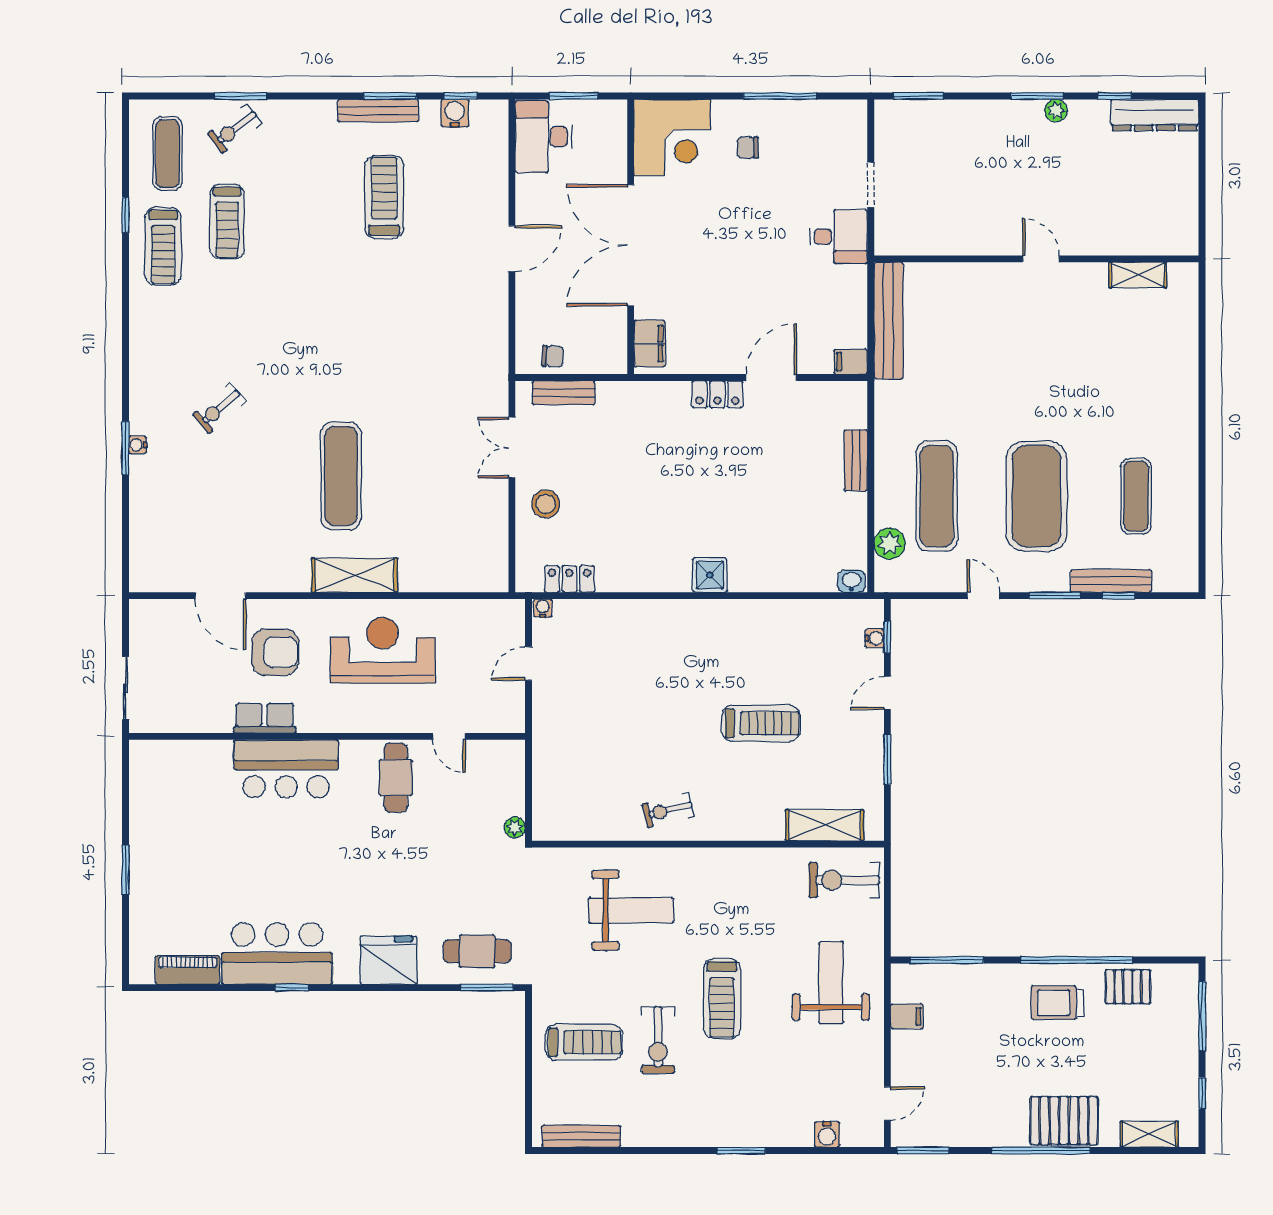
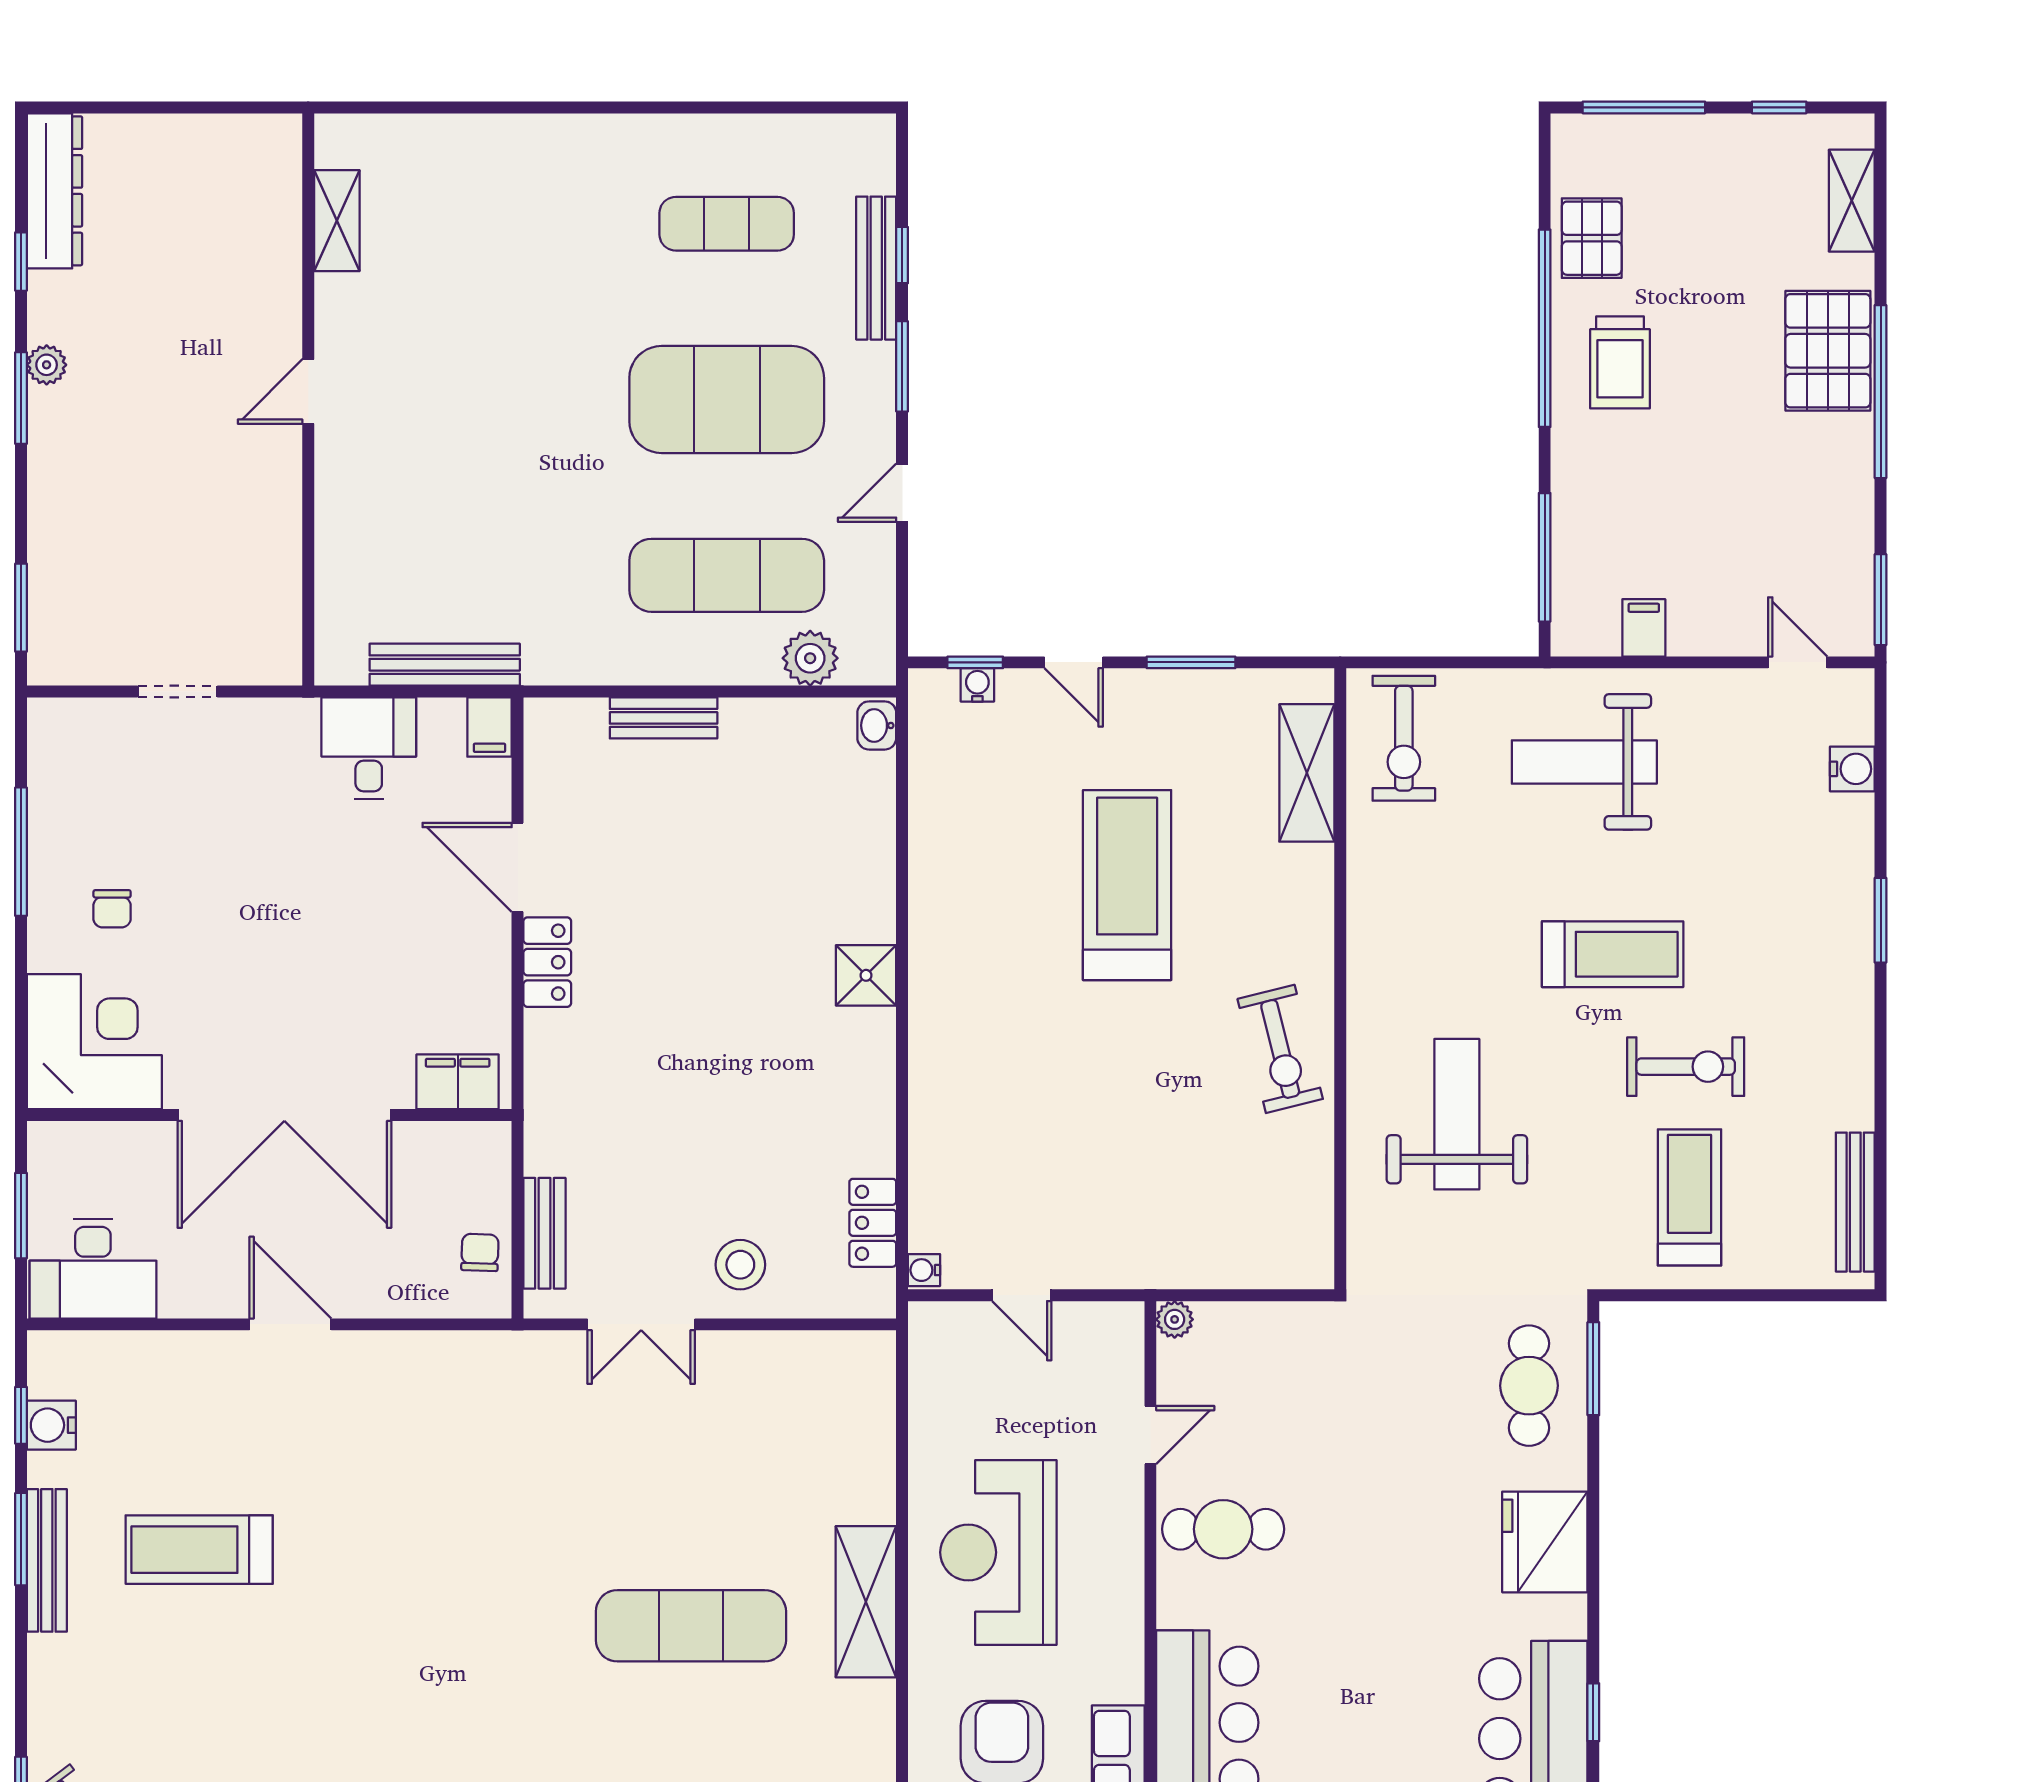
desk: (839, 237) -> (369, 748), moved
bench: (889, 321) -> (445, 665), width x0.73, depth x0.82
treadmill: (761, 723) -> (1127, 885), width x1.37, depth x1.38
exercise bike: (668, 810) -> (1280, 1049), width x1.38, depth x1.39
plant: (515, 827) -> (1175, 1319), moved

